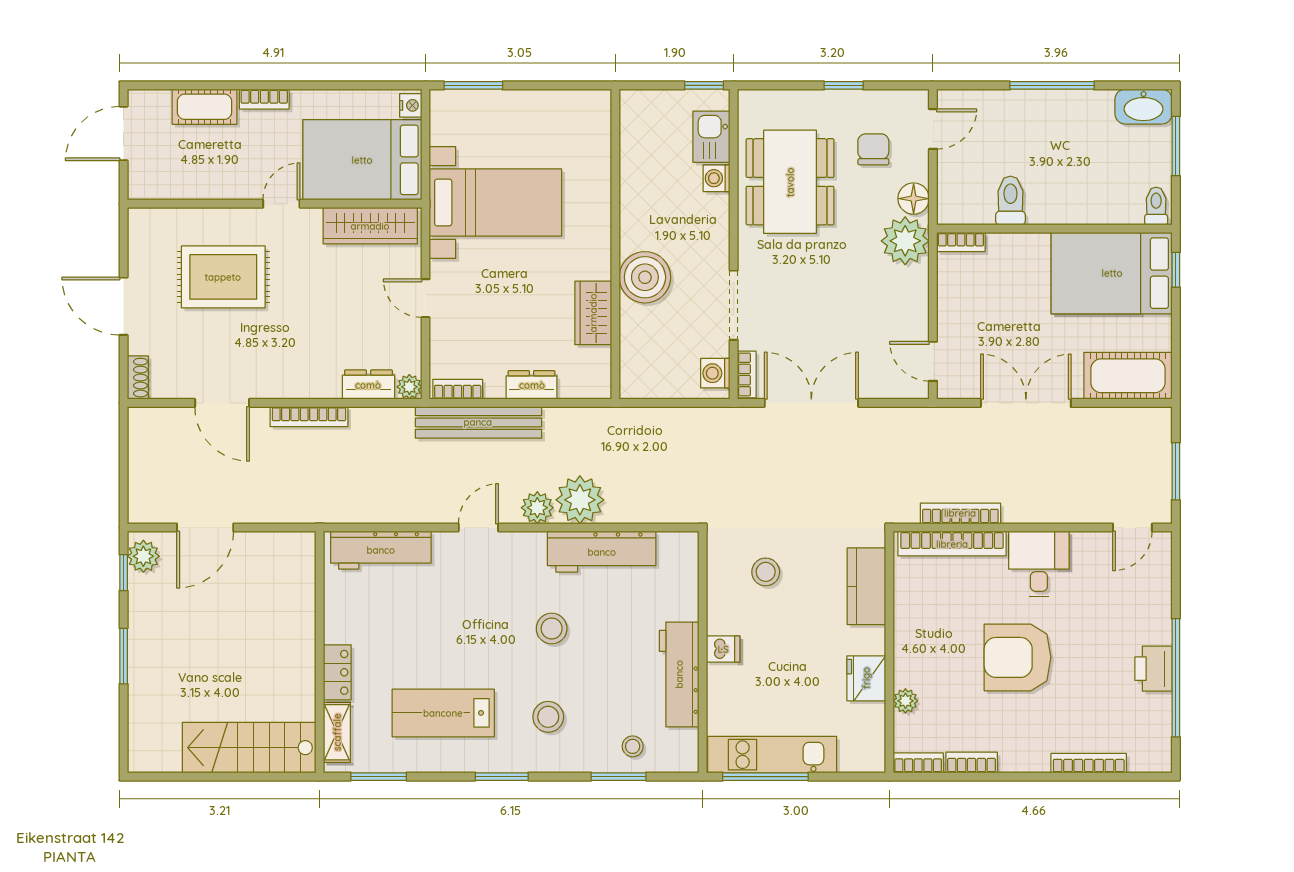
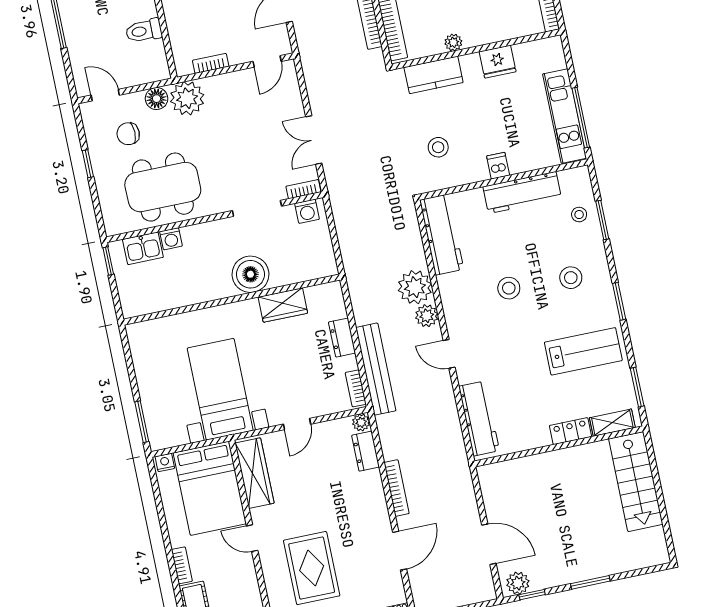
bookcase: (961, 242) -> (211, 63), moved, turned -90
double door: (811, 403) -> (314, 140), width x0.73
workbench: (602, 552) -> (442, 235), moved
plant: (905, 701) -> (453, 42), moved
lab bench: (443, 713) -> (583, 351), turned -90

